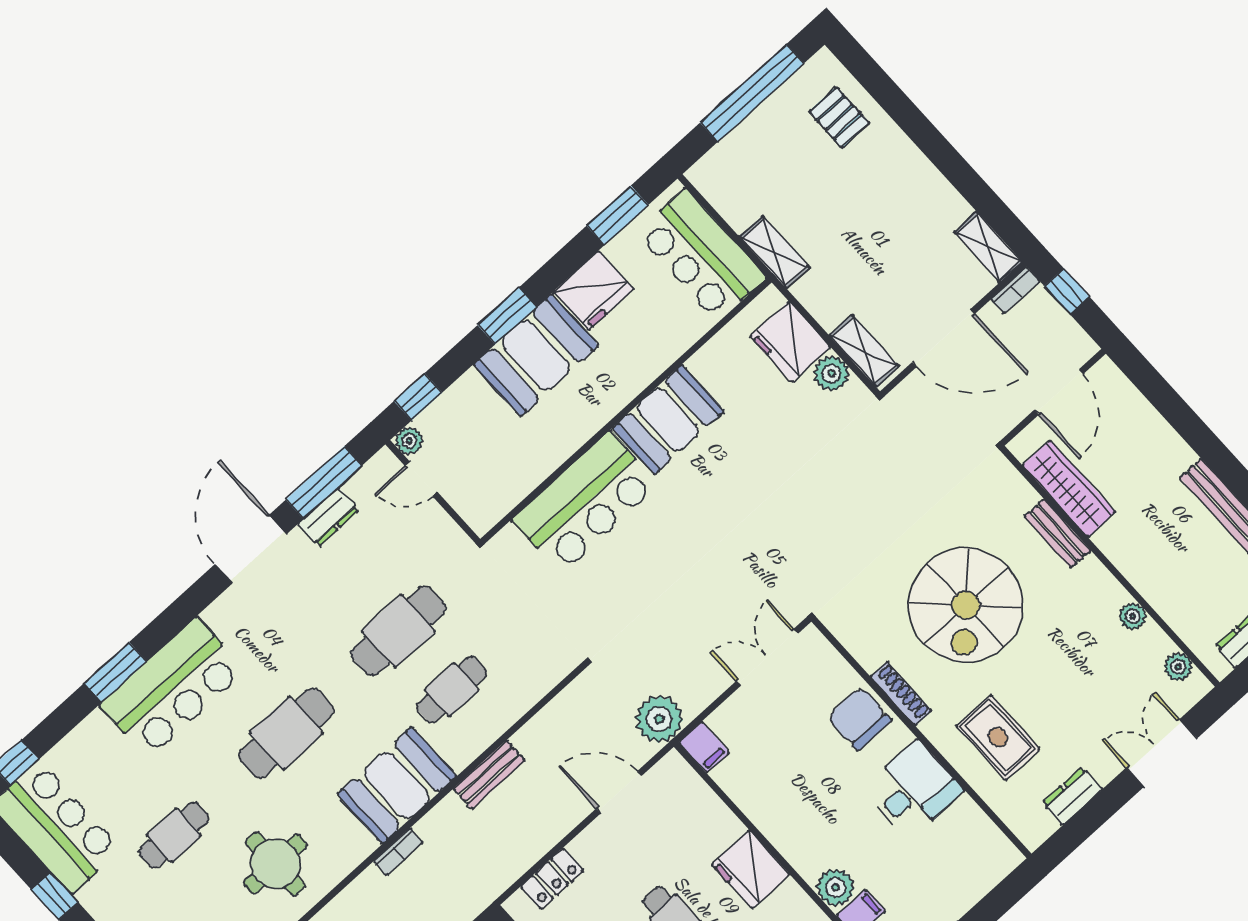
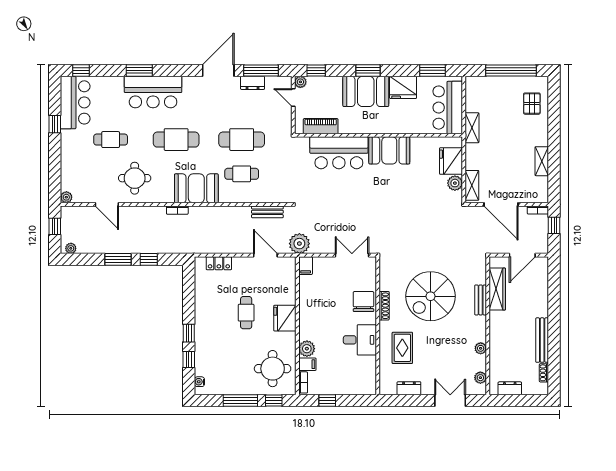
shelving: (988, 247) -> (542, 161), moved
piano: (513, 485) -> (321, 126), added
bench: (489, 775) -> (267, 212), moved

